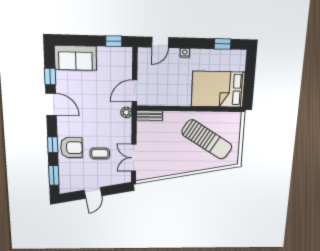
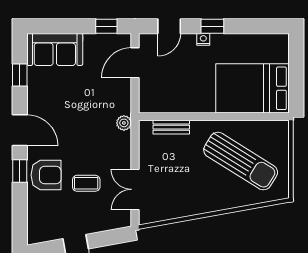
window: (223, 44) -> (212, 26), moved
door: (134, 91) -> (135, 63), moved
door: (51, 104) -> (20, 130), moved
bench: (150, 116) -> (171, 127), moved
window: (54, 175) -> (20, 217), removed

